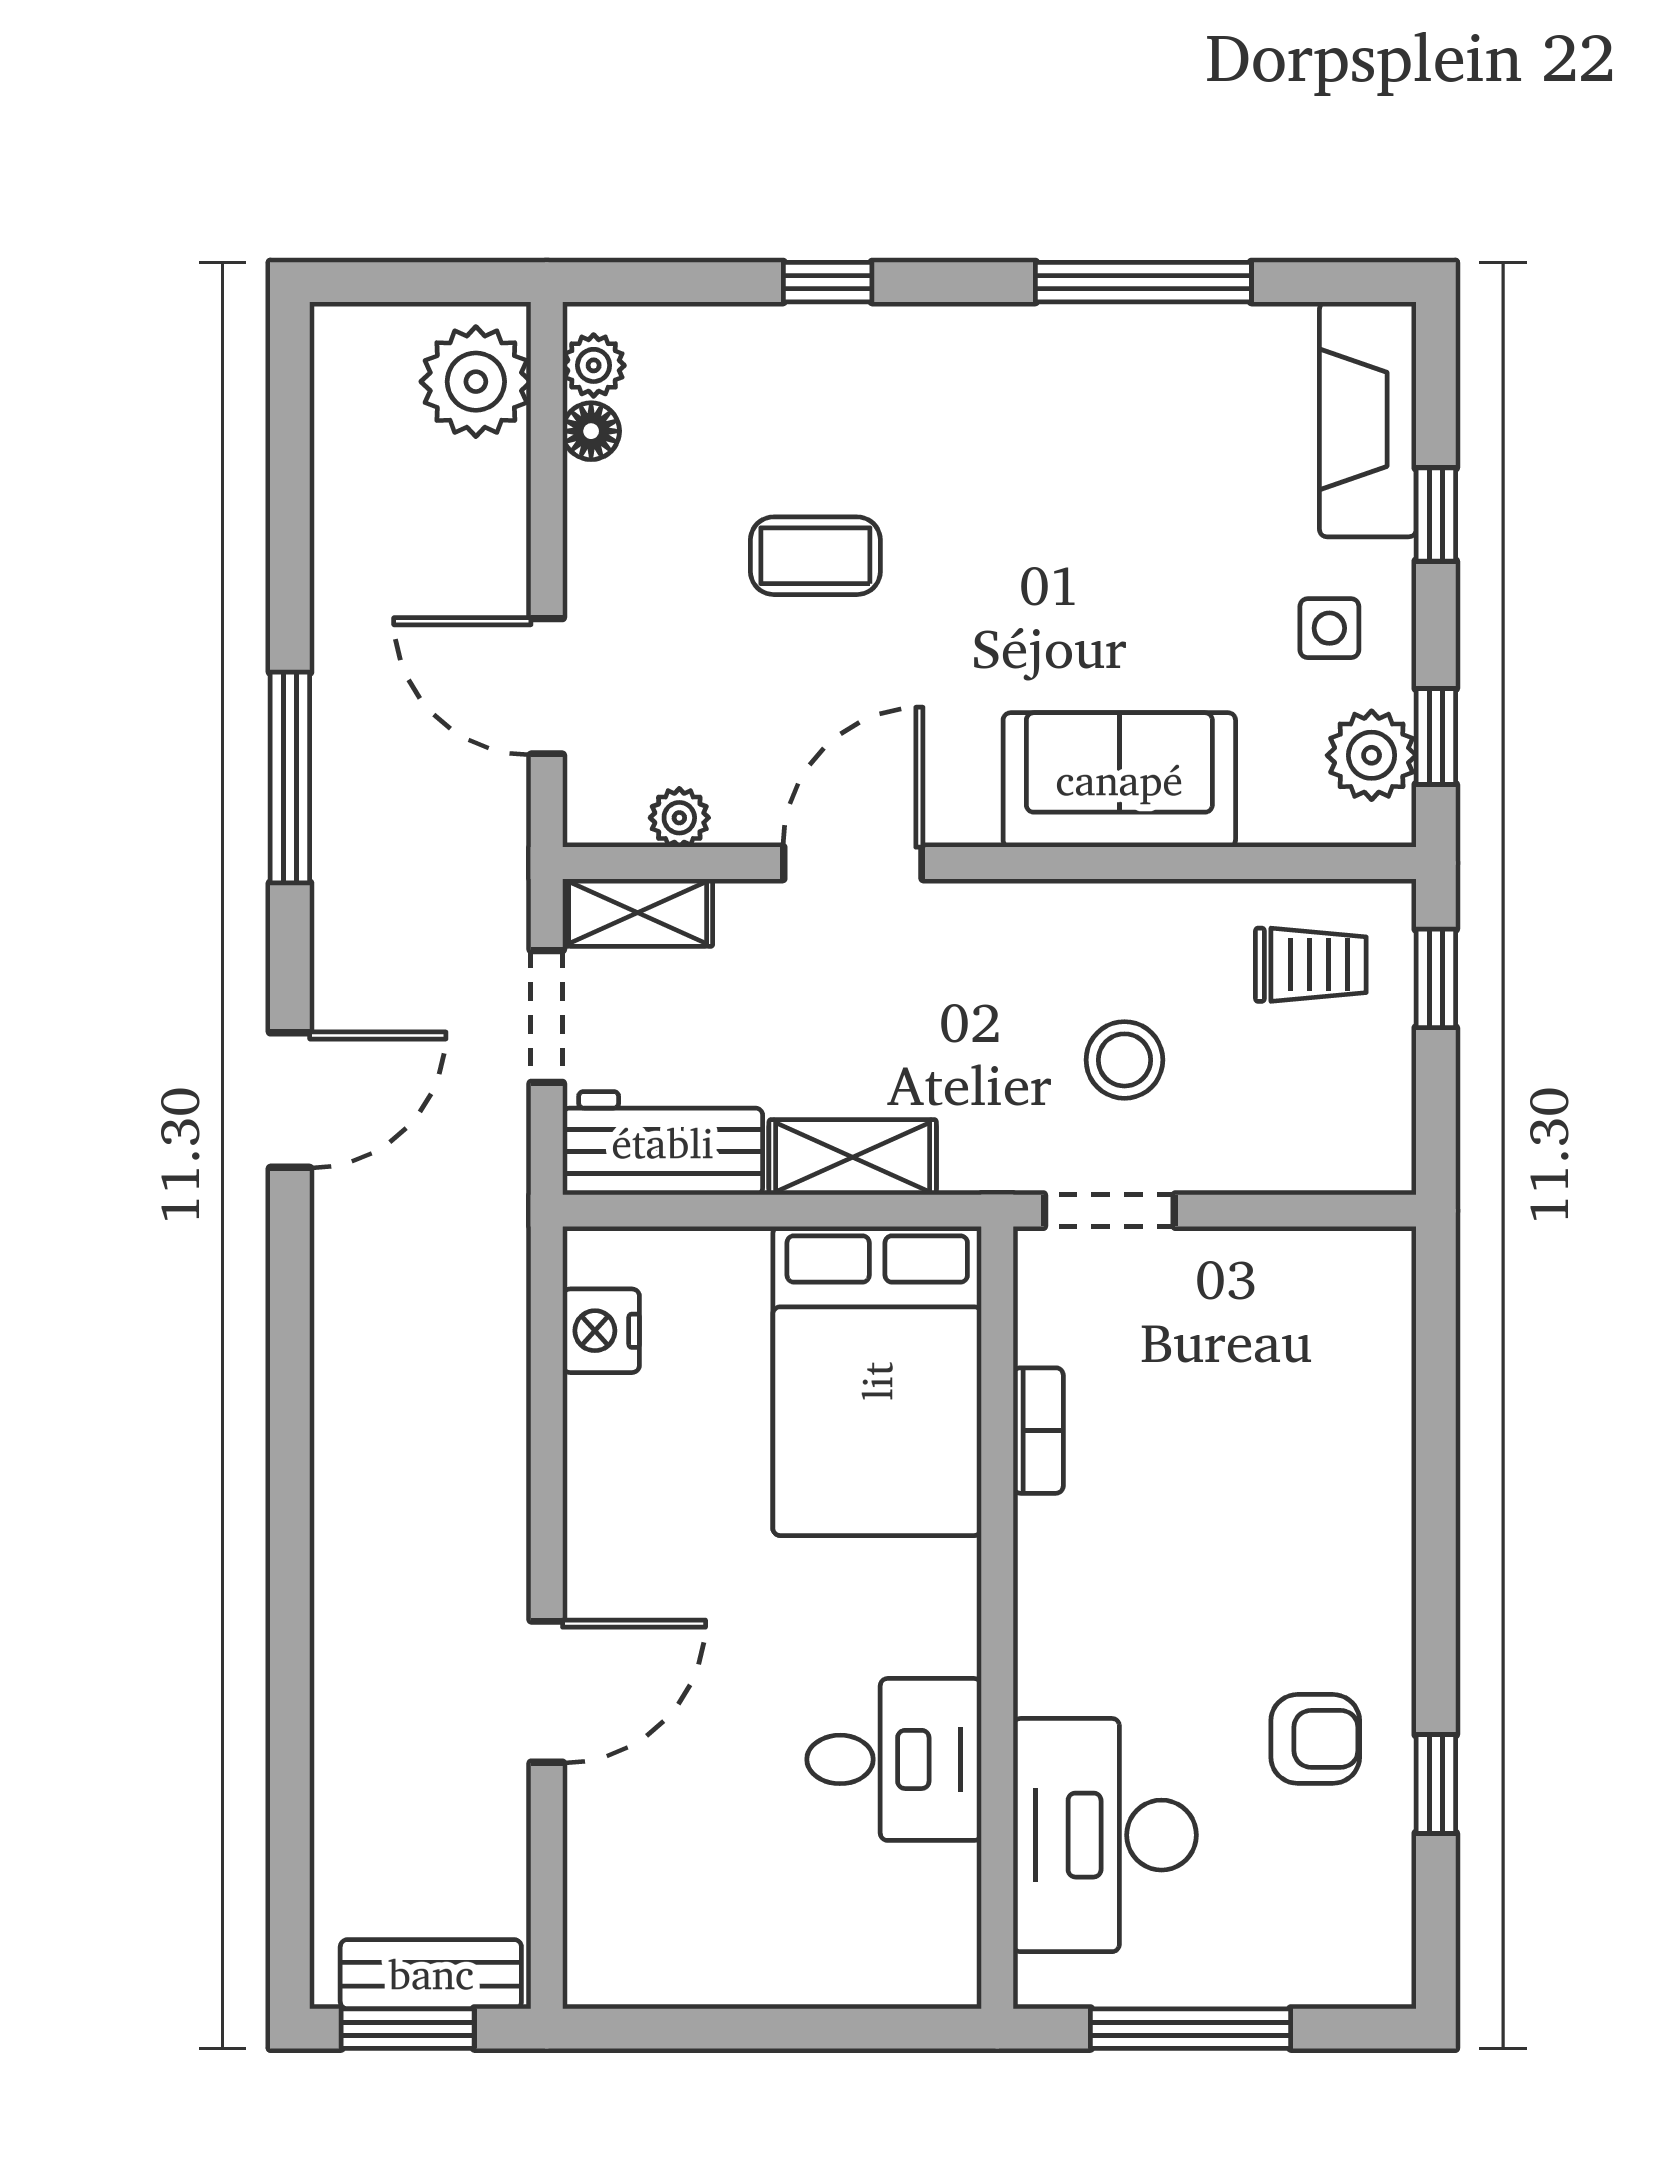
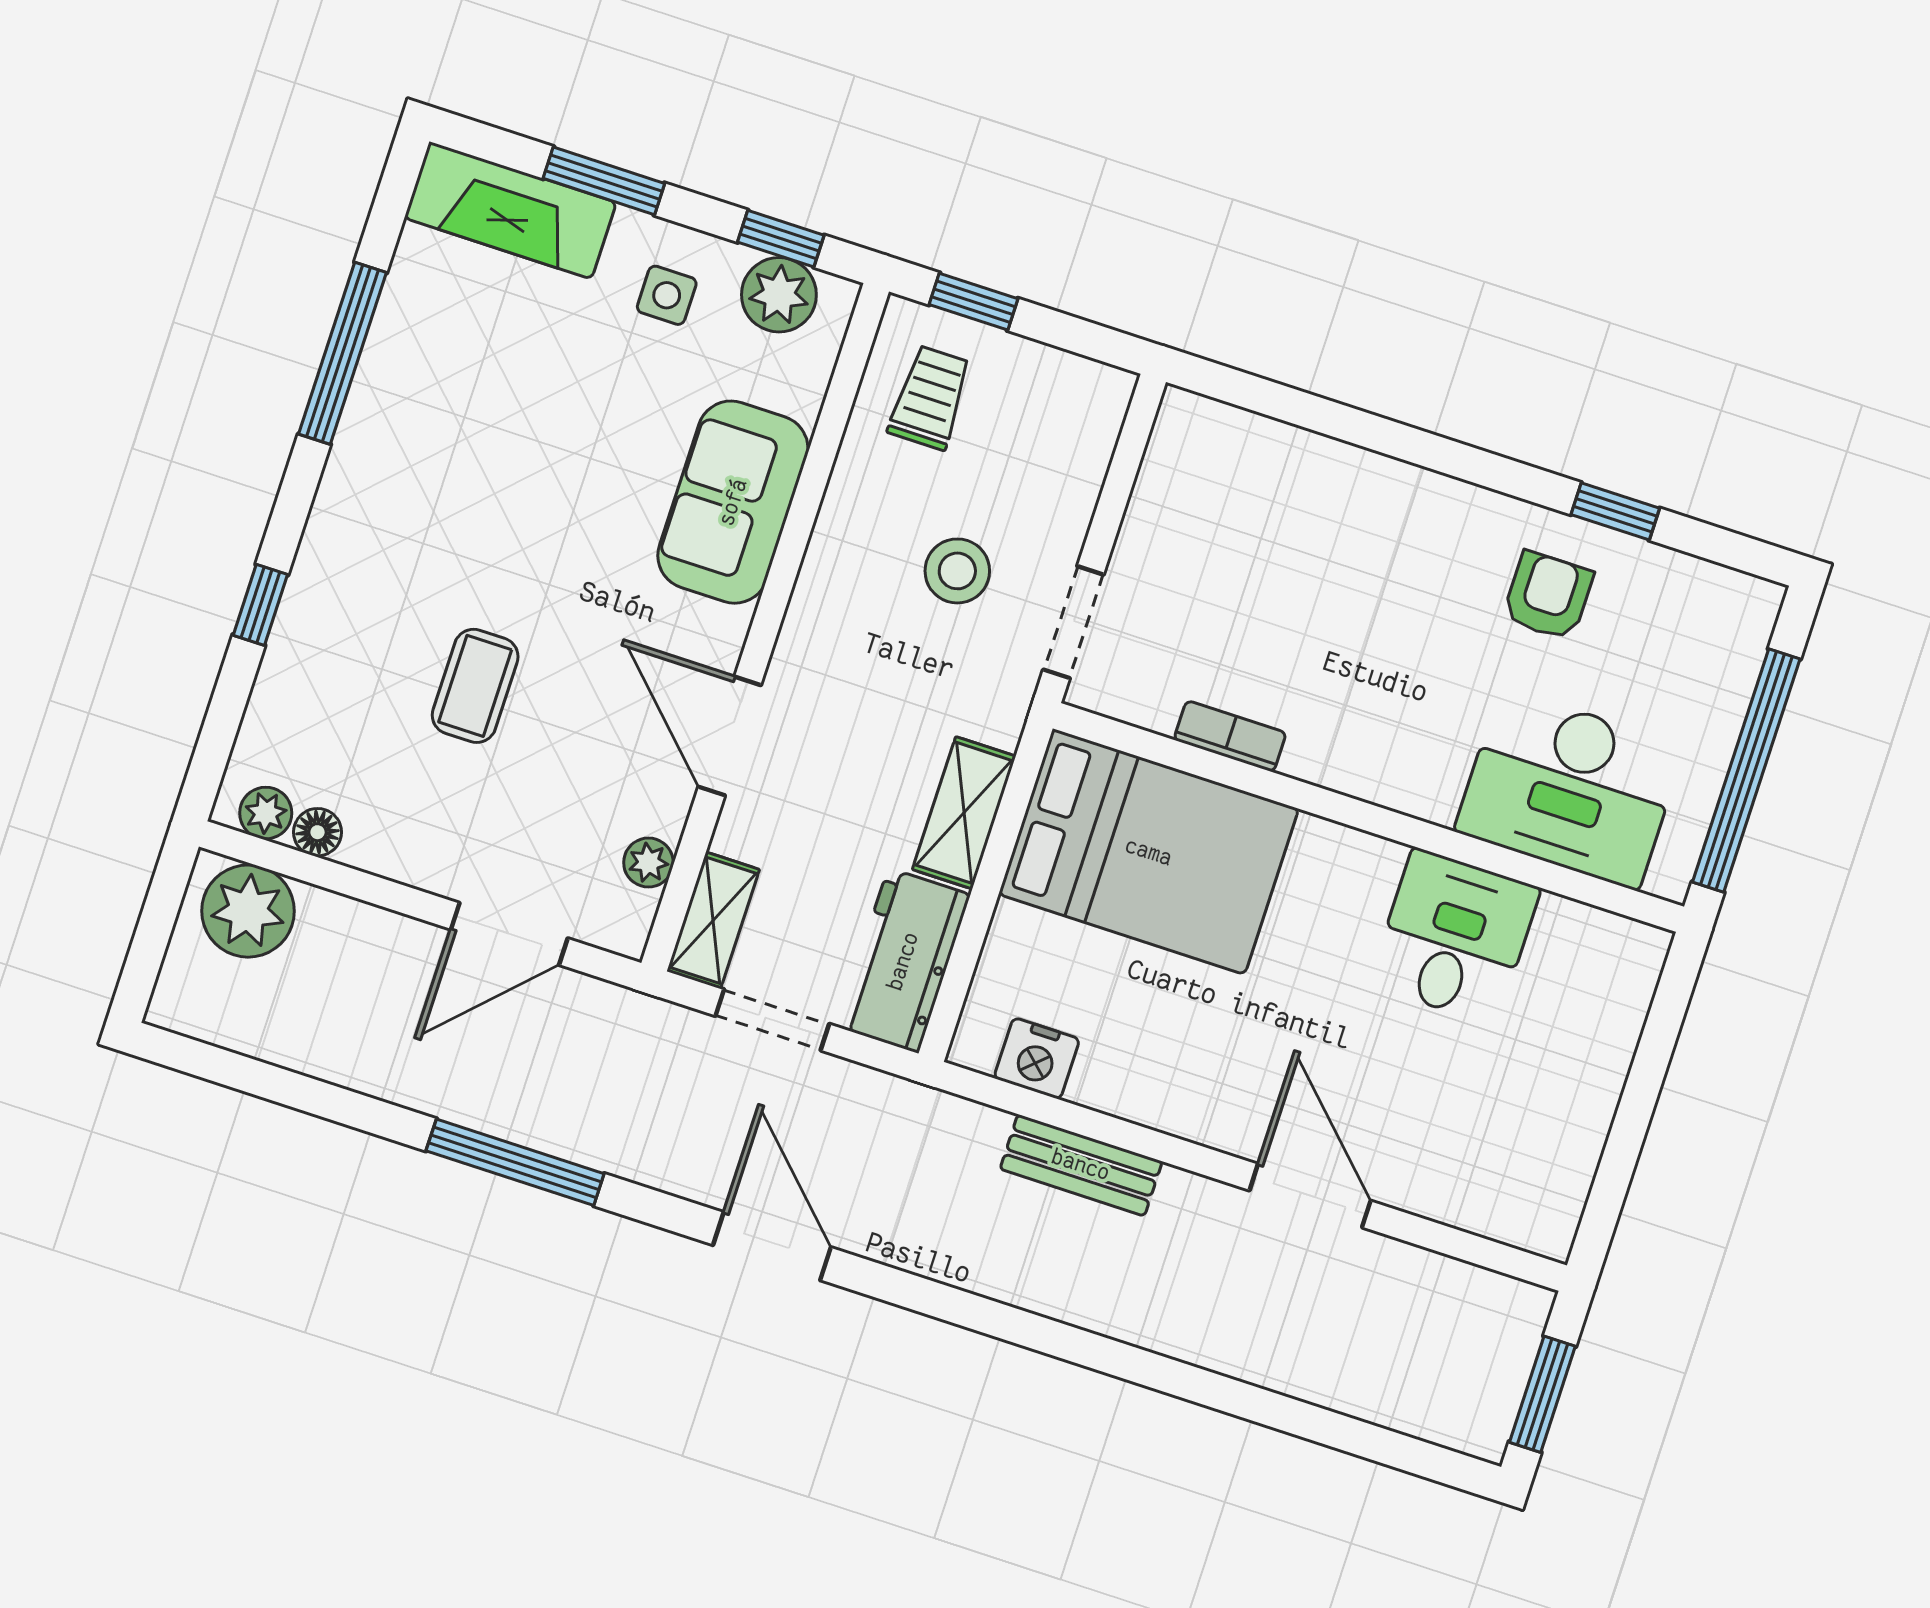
window: (1436, 514) -> (604, 181), width x1.50
bench: (431, 1974) -> (1081, 1165), moved, turned 90
window: (1191, 2029) -> (1746, 771), width x1.46

